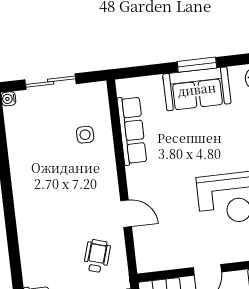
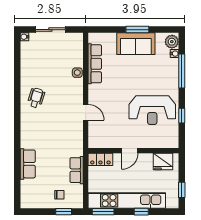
side table: (85, 135) -> (77, 73), moved
wheelchair: (97, 256) -> (36, 98), moved

